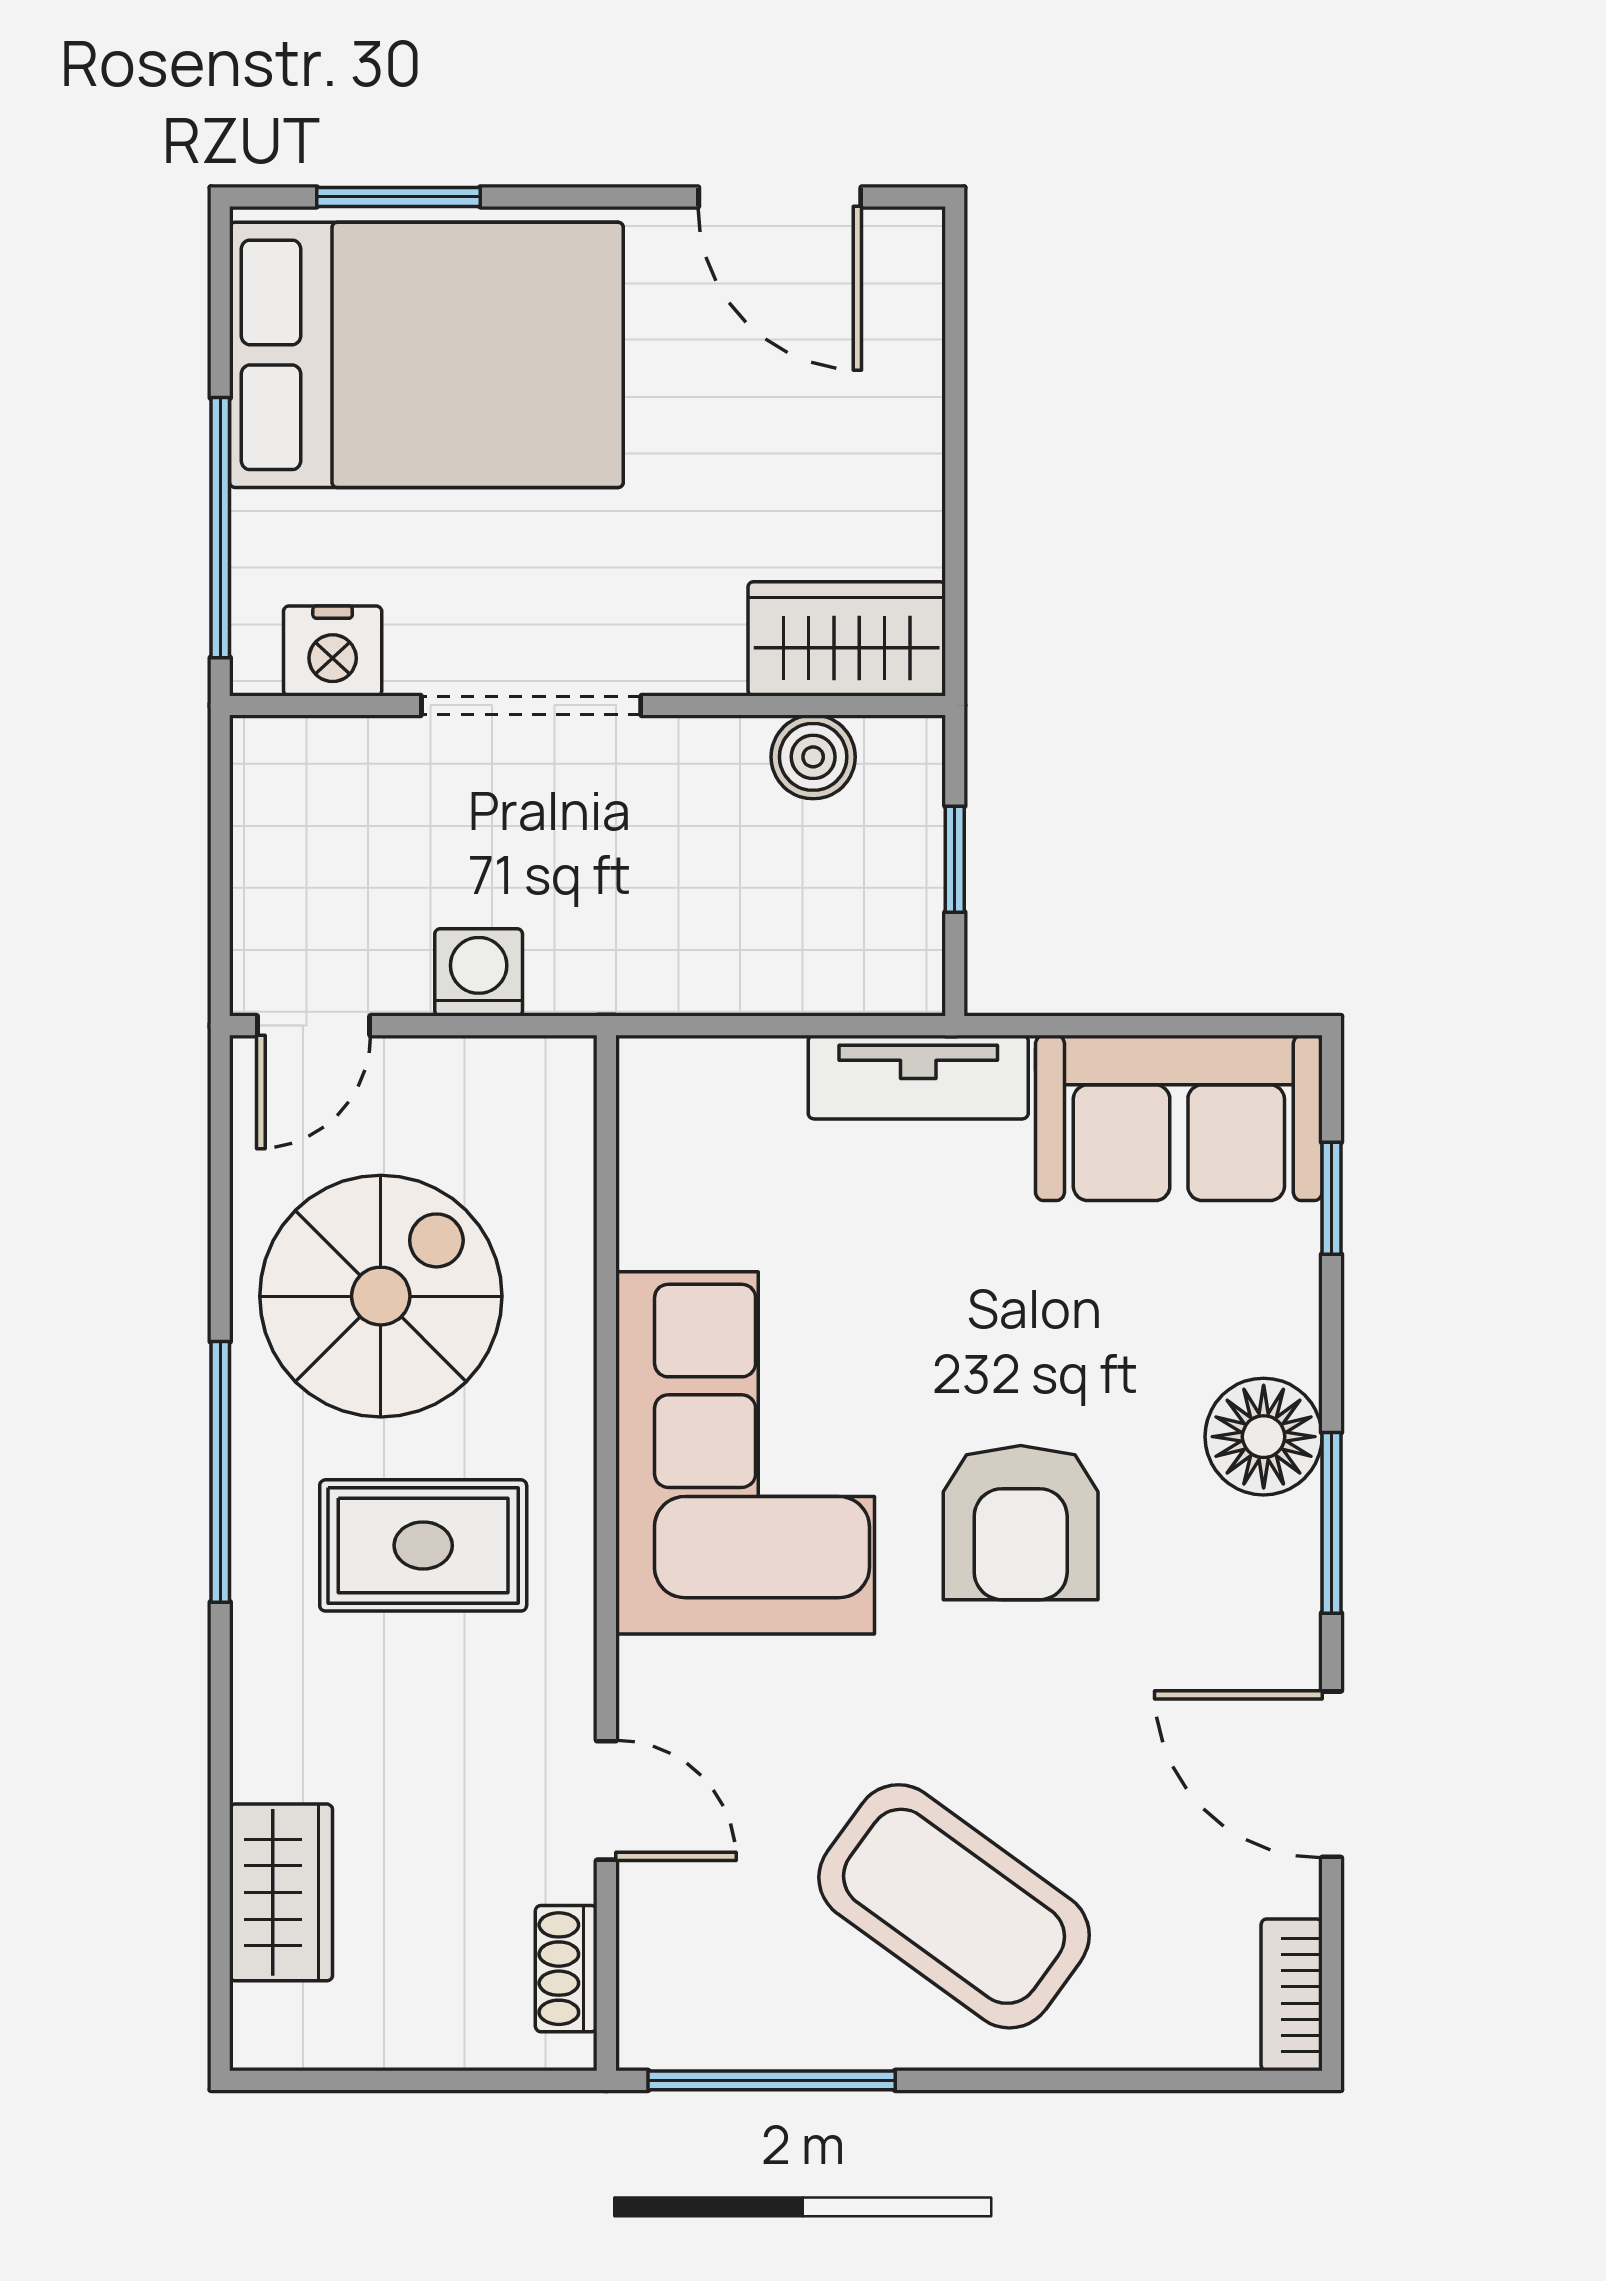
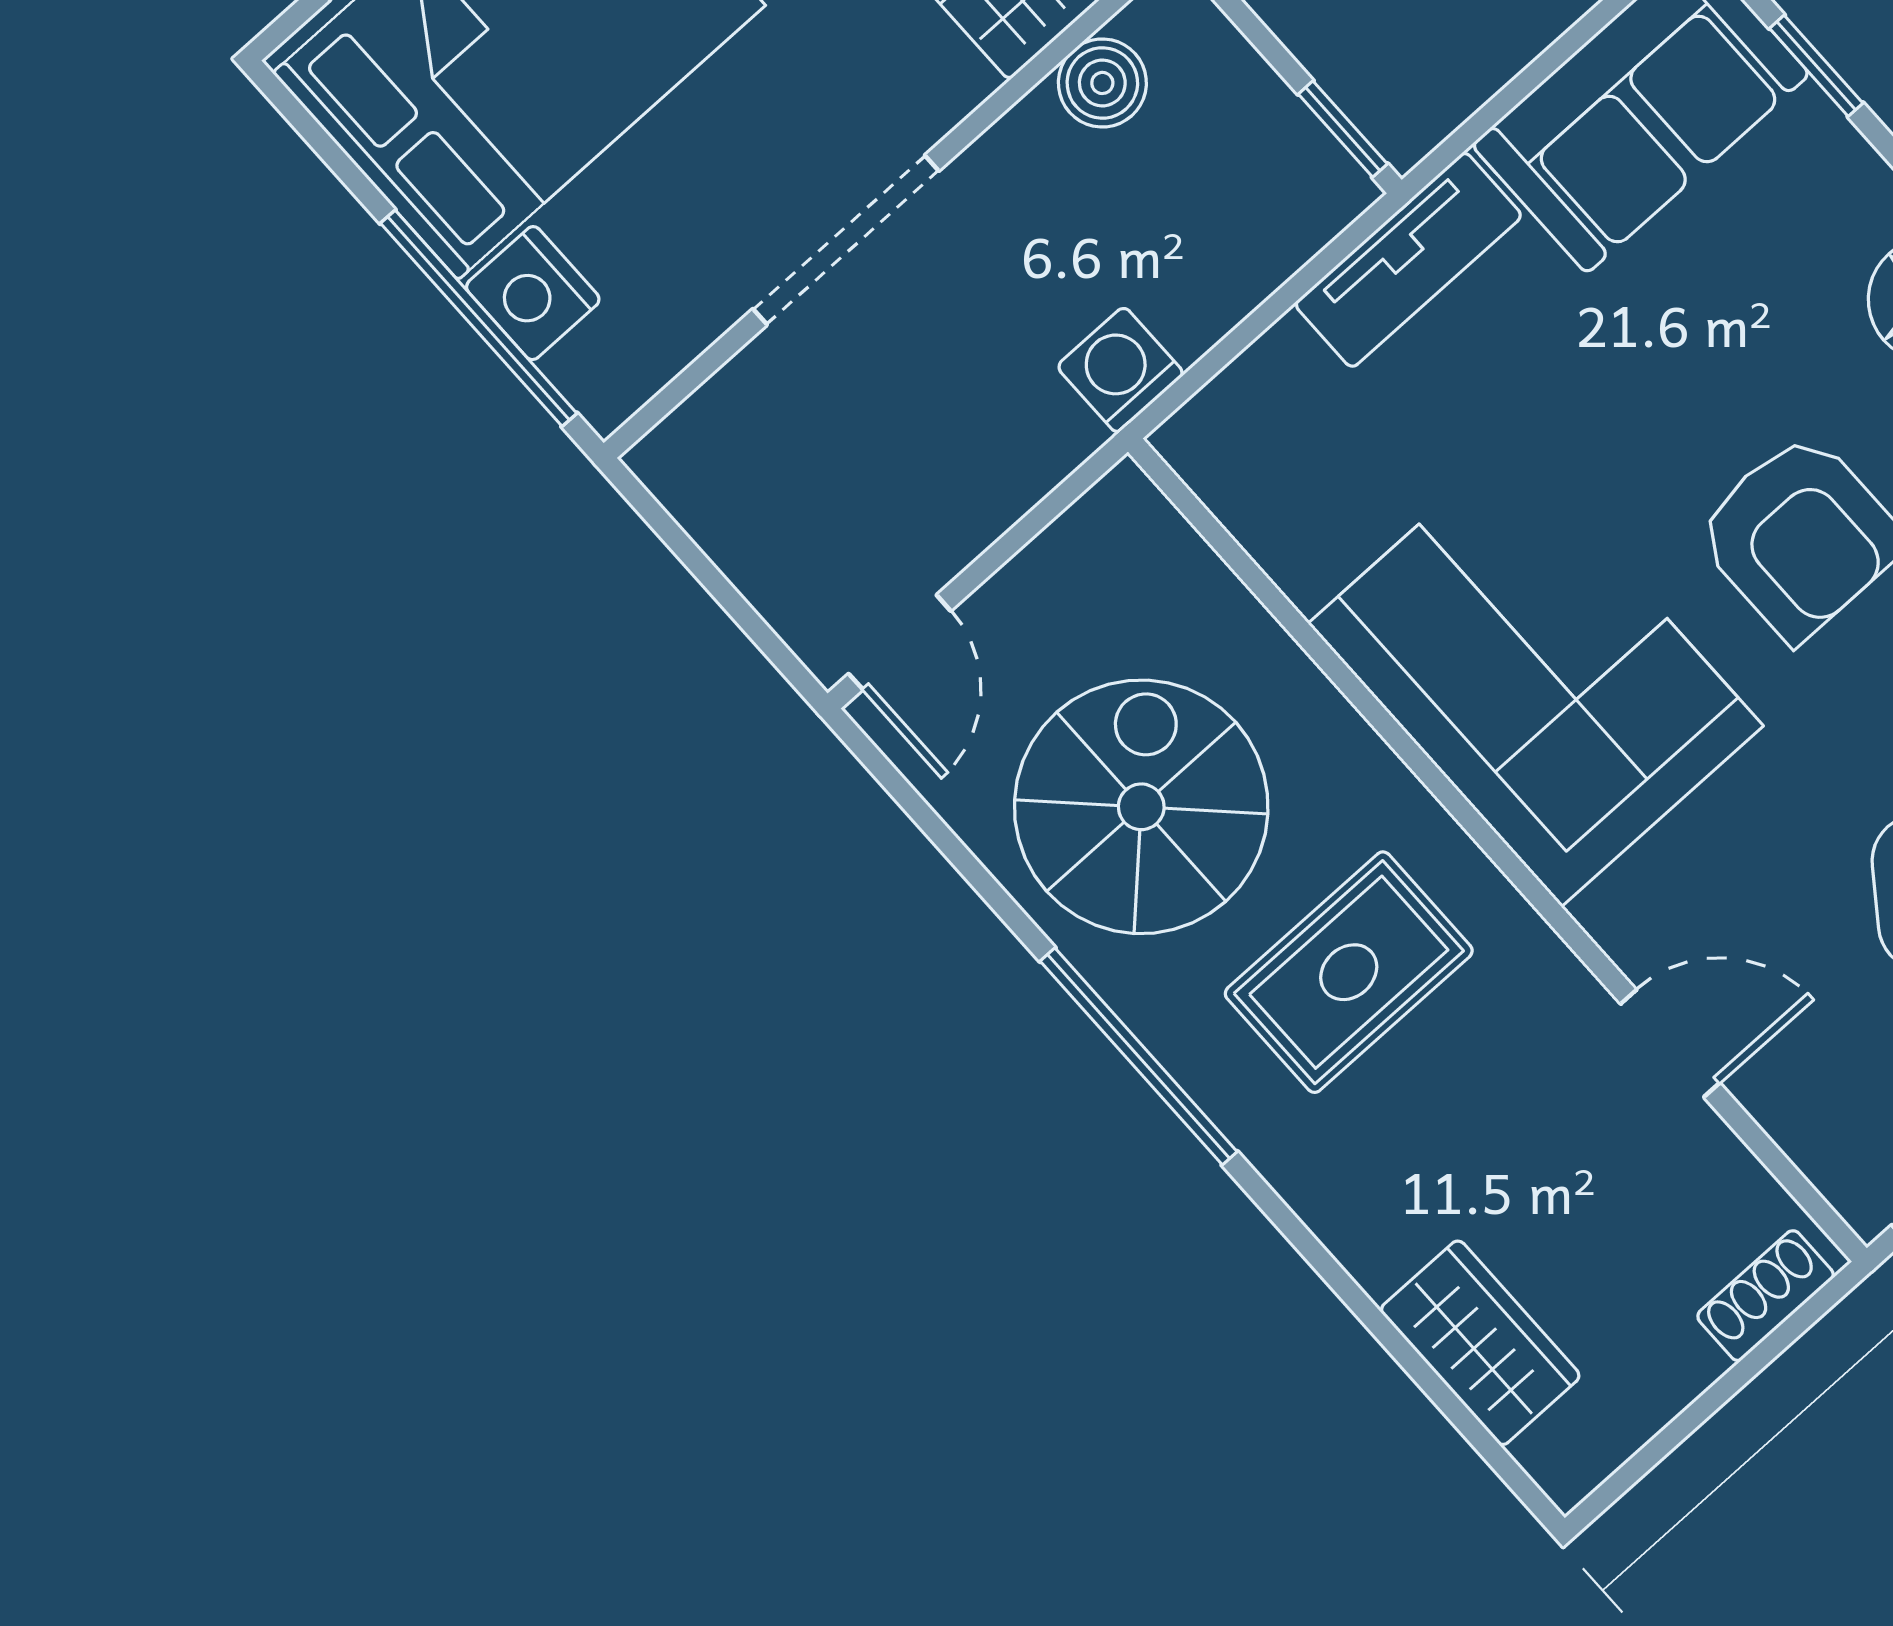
nightstand: (333, 651) -> (533, 293), moved, turned 90
window: (955, 859) -> (1343, 129), moved
washing machine: (479, 972) -> (1121, 370), moved
shoe rack: (566, 1969) -> (1766, 1296), moved, turned 90

